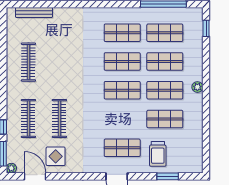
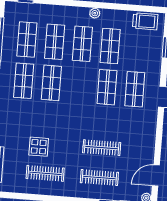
plant: (197, 87) -> (95, 13), moved
shop shelf: (122, 90) -> (107, 87), moved
trolley: (158, 154) -> (145, 21), moved
display table: (56, 156) -> (39, 147), moved

